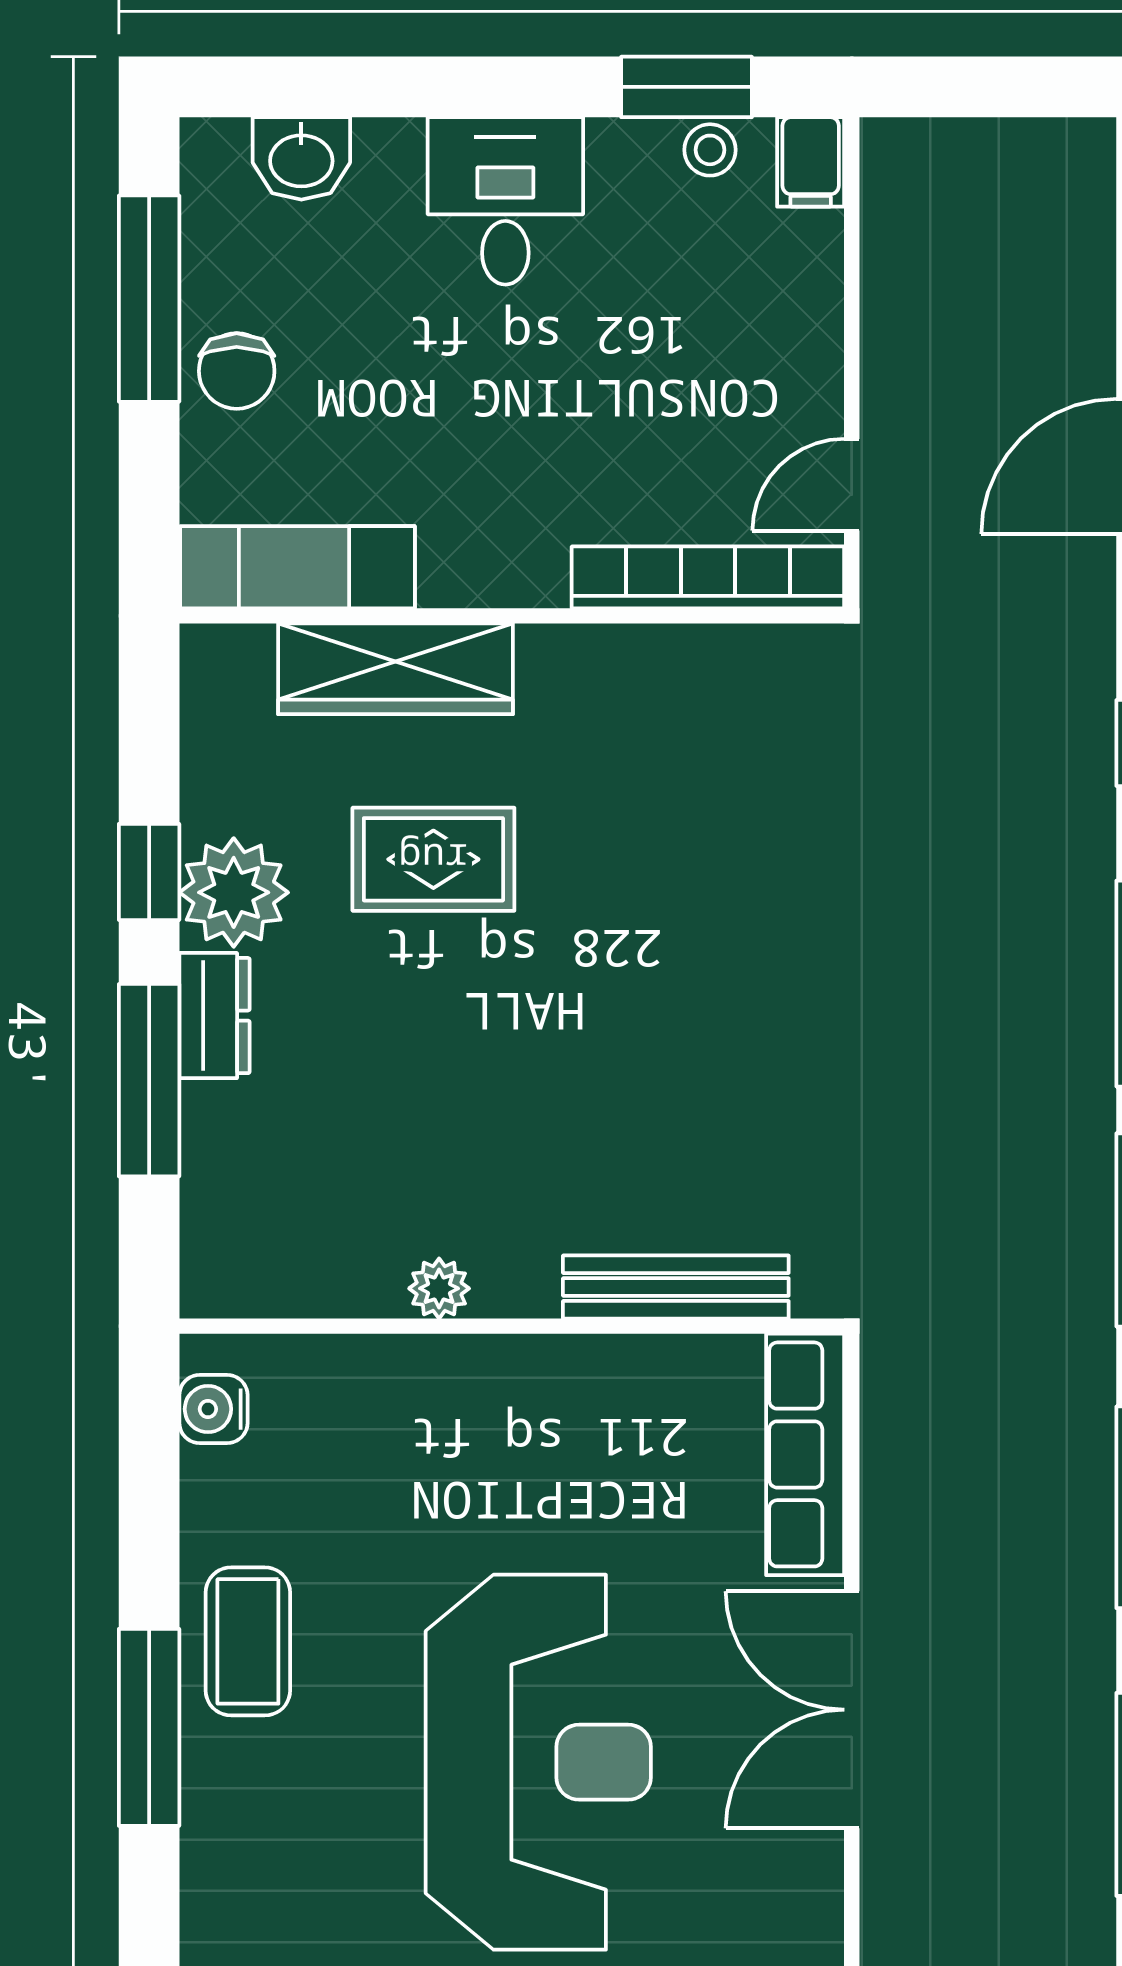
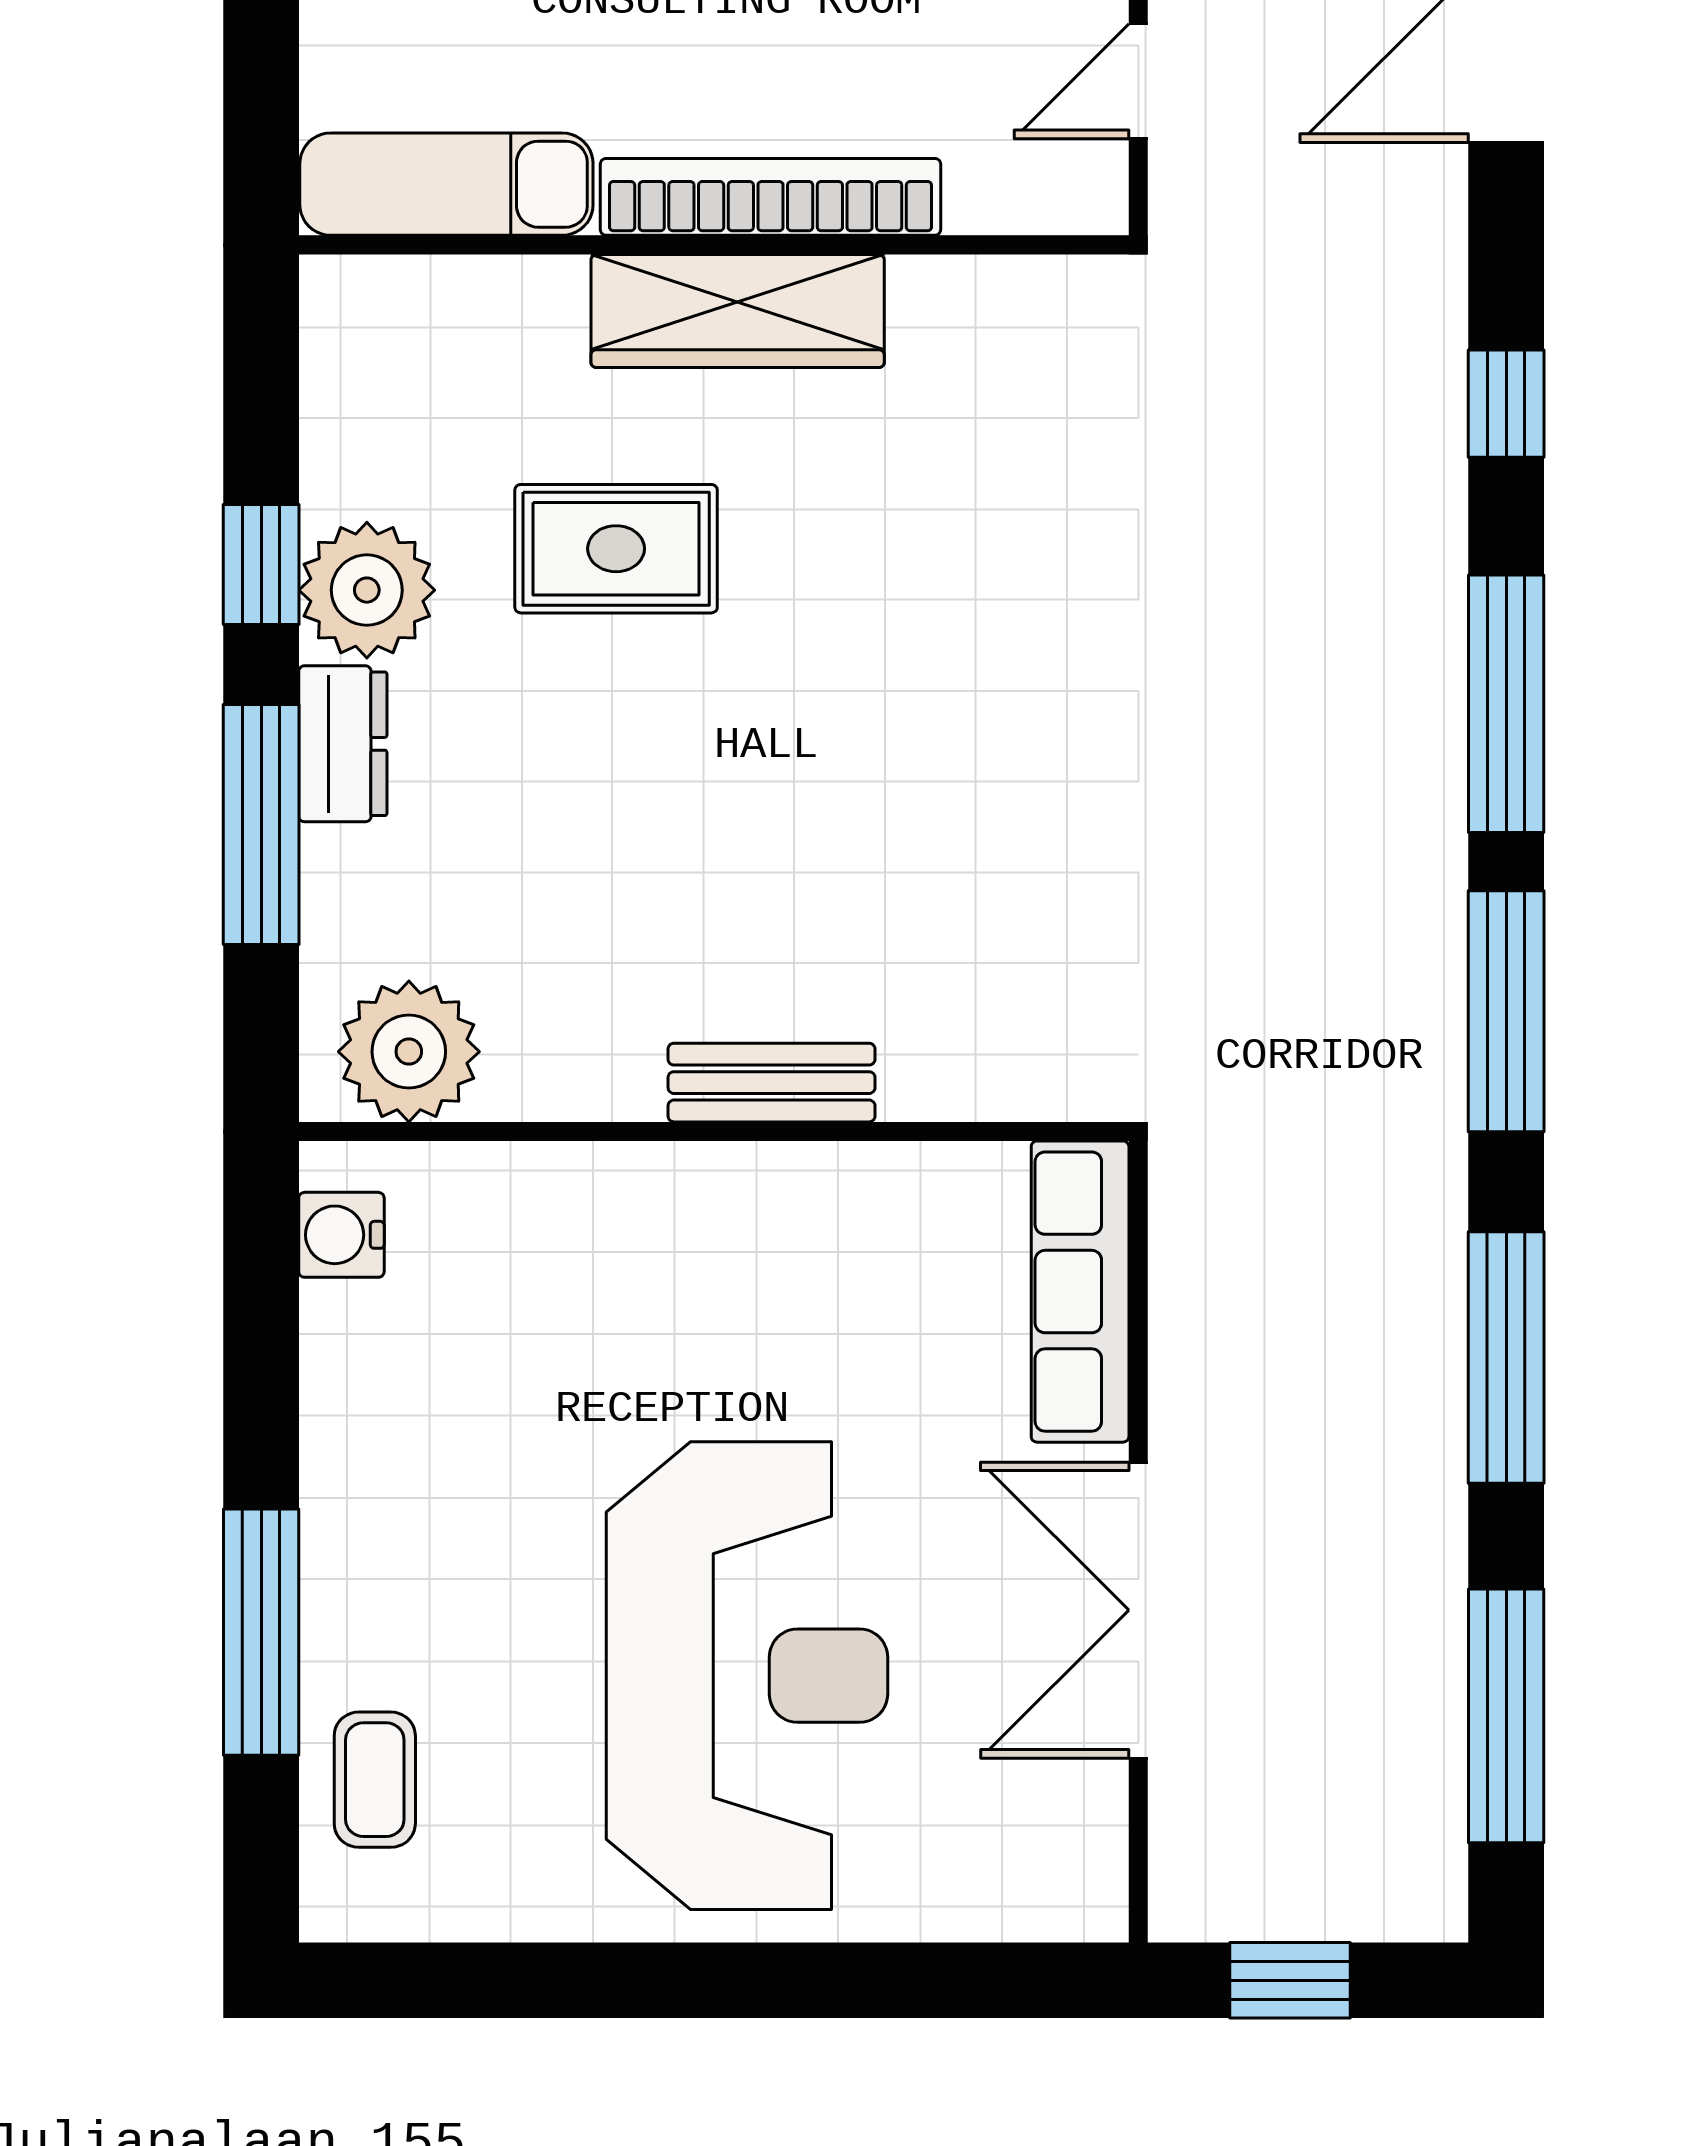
bookcase: (708, 577) -> (770, 197), moved
wardrobe: (396, 669) -> (738, 311), moved
bench: (676, 1287) -> (772, 1083), moved, width x0.73
plant: (439, 1288) -> (409, 1052), moved, width x1.87, depth x1.87
coffee table: (248, 1641) -> (375, 1780), moved, width x0.73, depth x0.77

